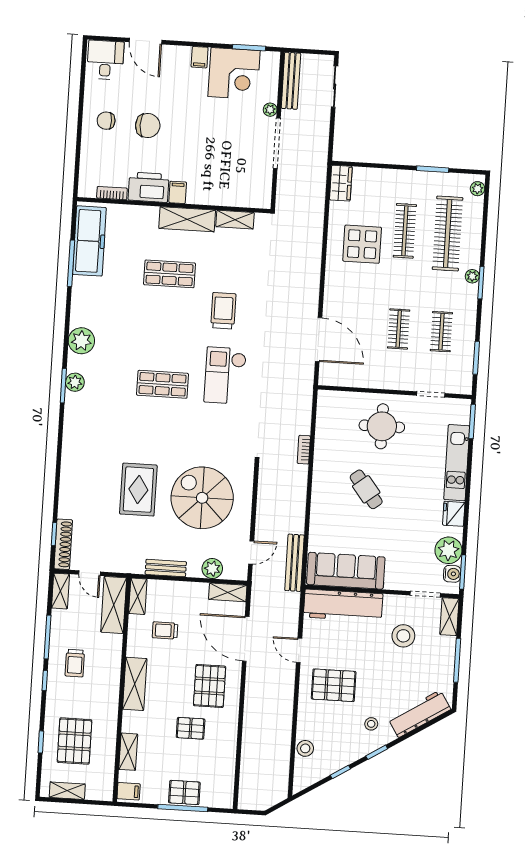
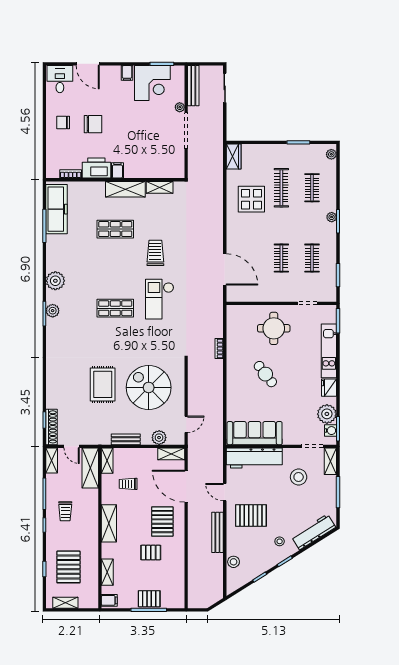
clothes rail: (448, 234) -> (312, 188), width x0.54, depth x0.76
bench: (294, 563) -> (217, 532), moved

